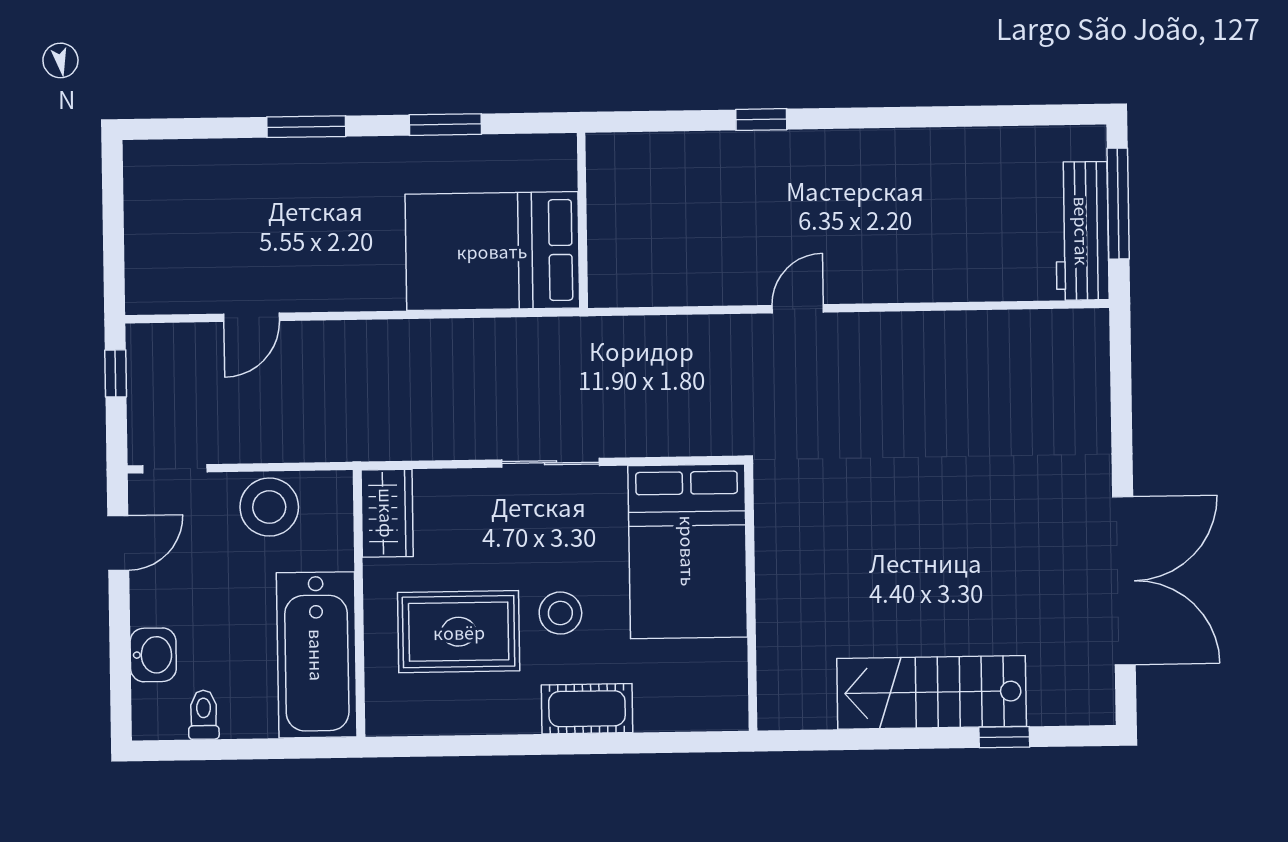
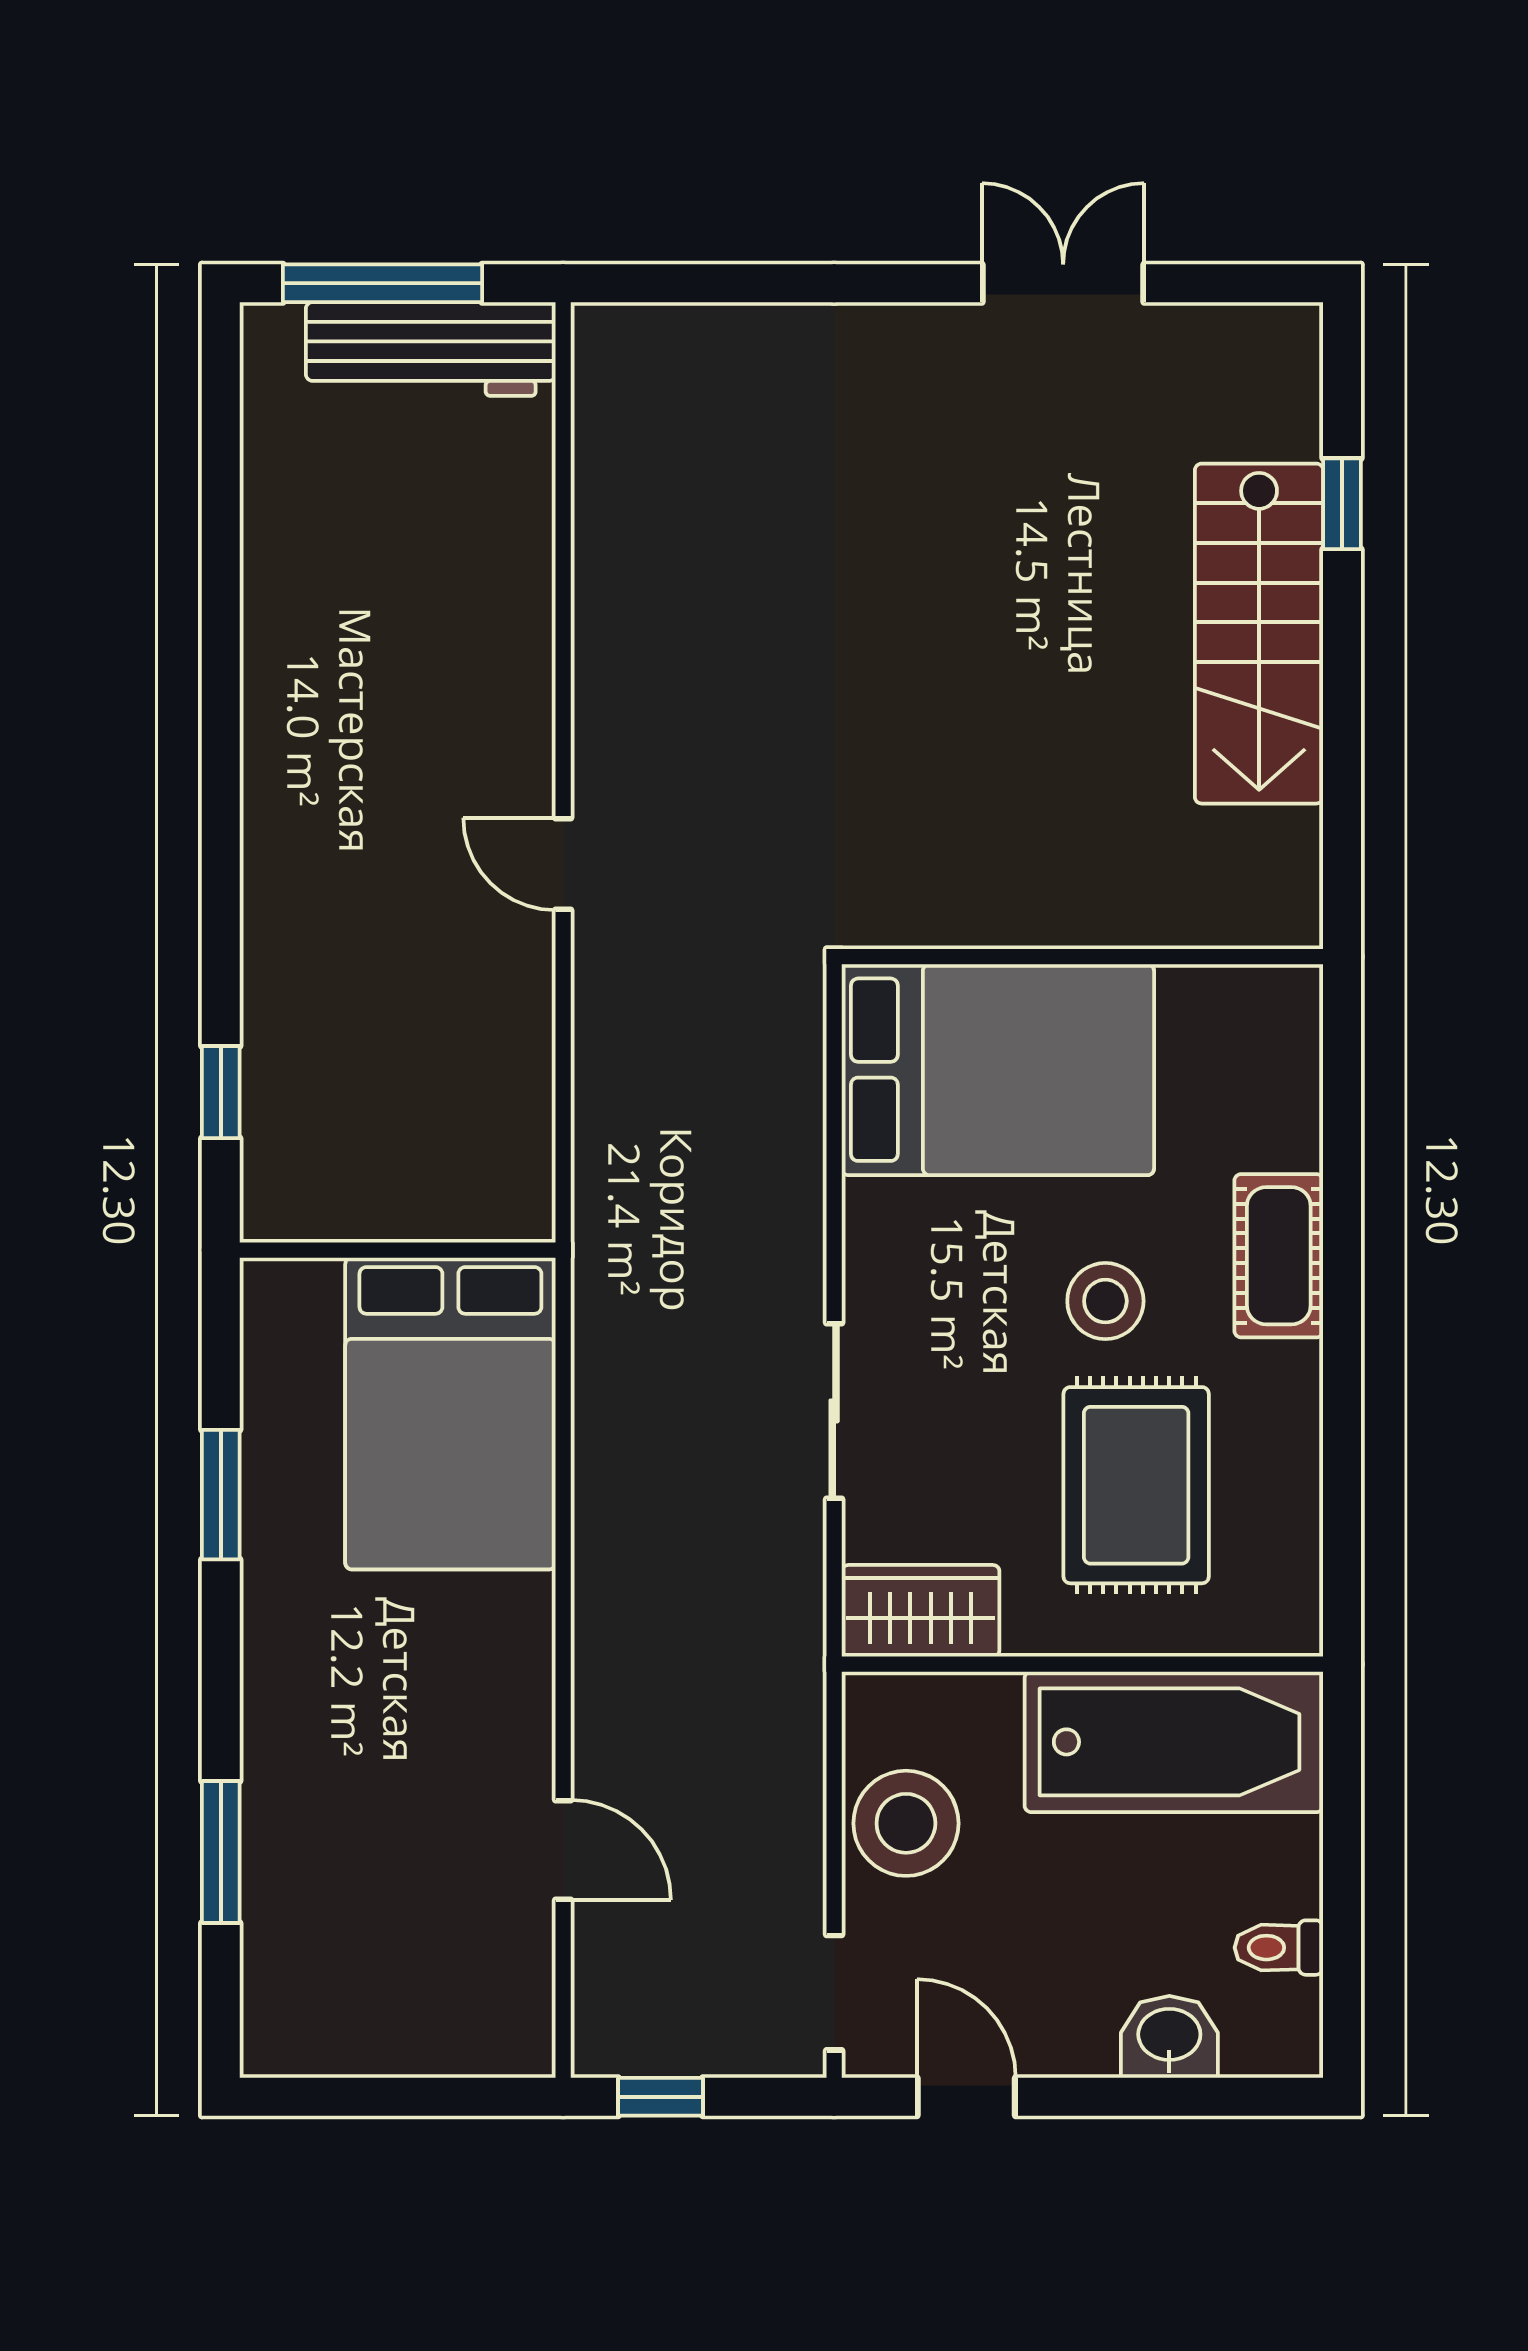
window: (761, 120) -> (221, 1092), moved
window: (306, 127) -> (221, 1852), moved
sliding door: (550, 463) -> (834, 1411), moved
double door: (1124, 581) -> (1063, 283), width x0.54

